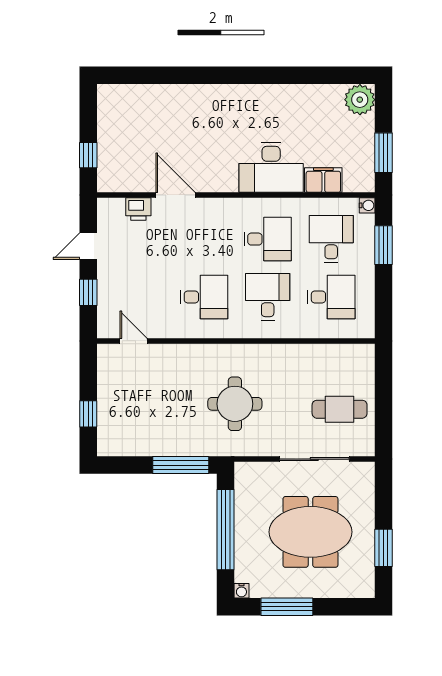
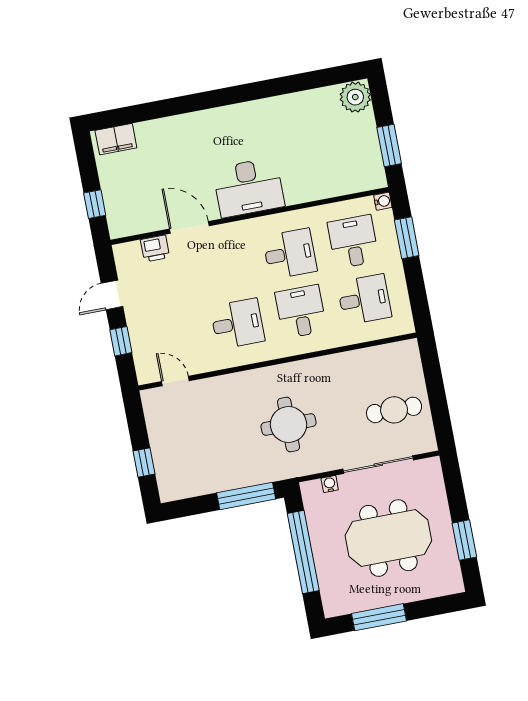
desk: (271, 167) -> (249, 187), moved
filing cabinet: (323, 180) -> (116, 139), moved, turned 180
water cooler: (241, 591) -> (330, 484), moved, turned 180

